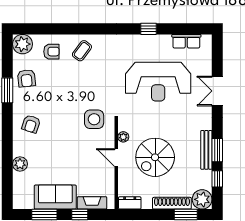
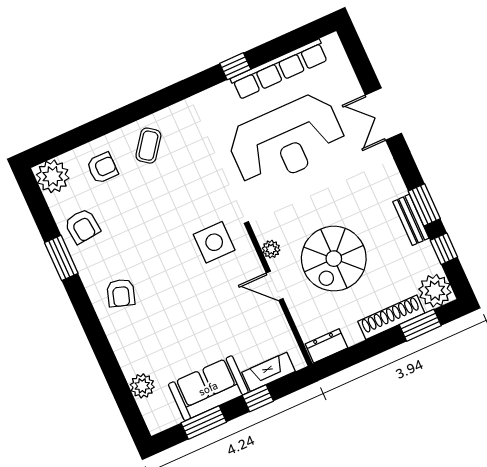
row of seats: (186, 41) -> (279, 69), width x2.02
bench: (206, 150) -> (411, 220), width x0.73
plant: (20, 164) -> (142, 386), moved

